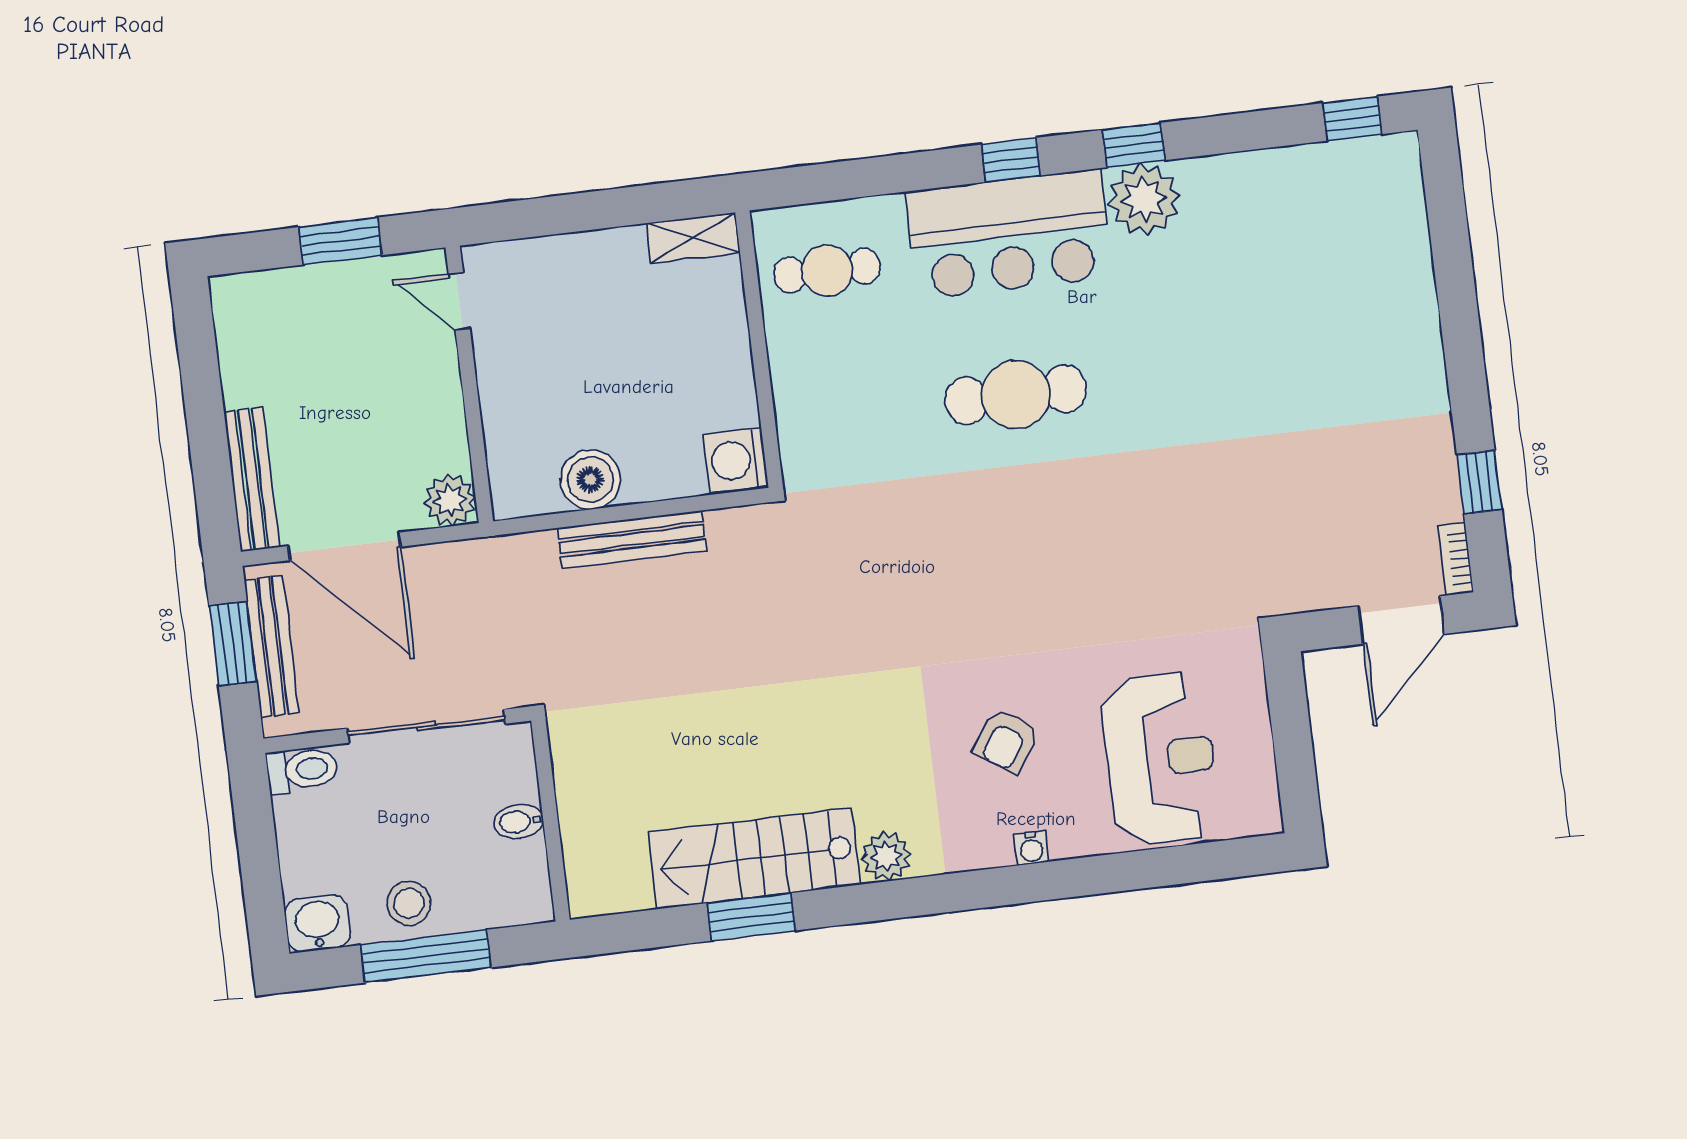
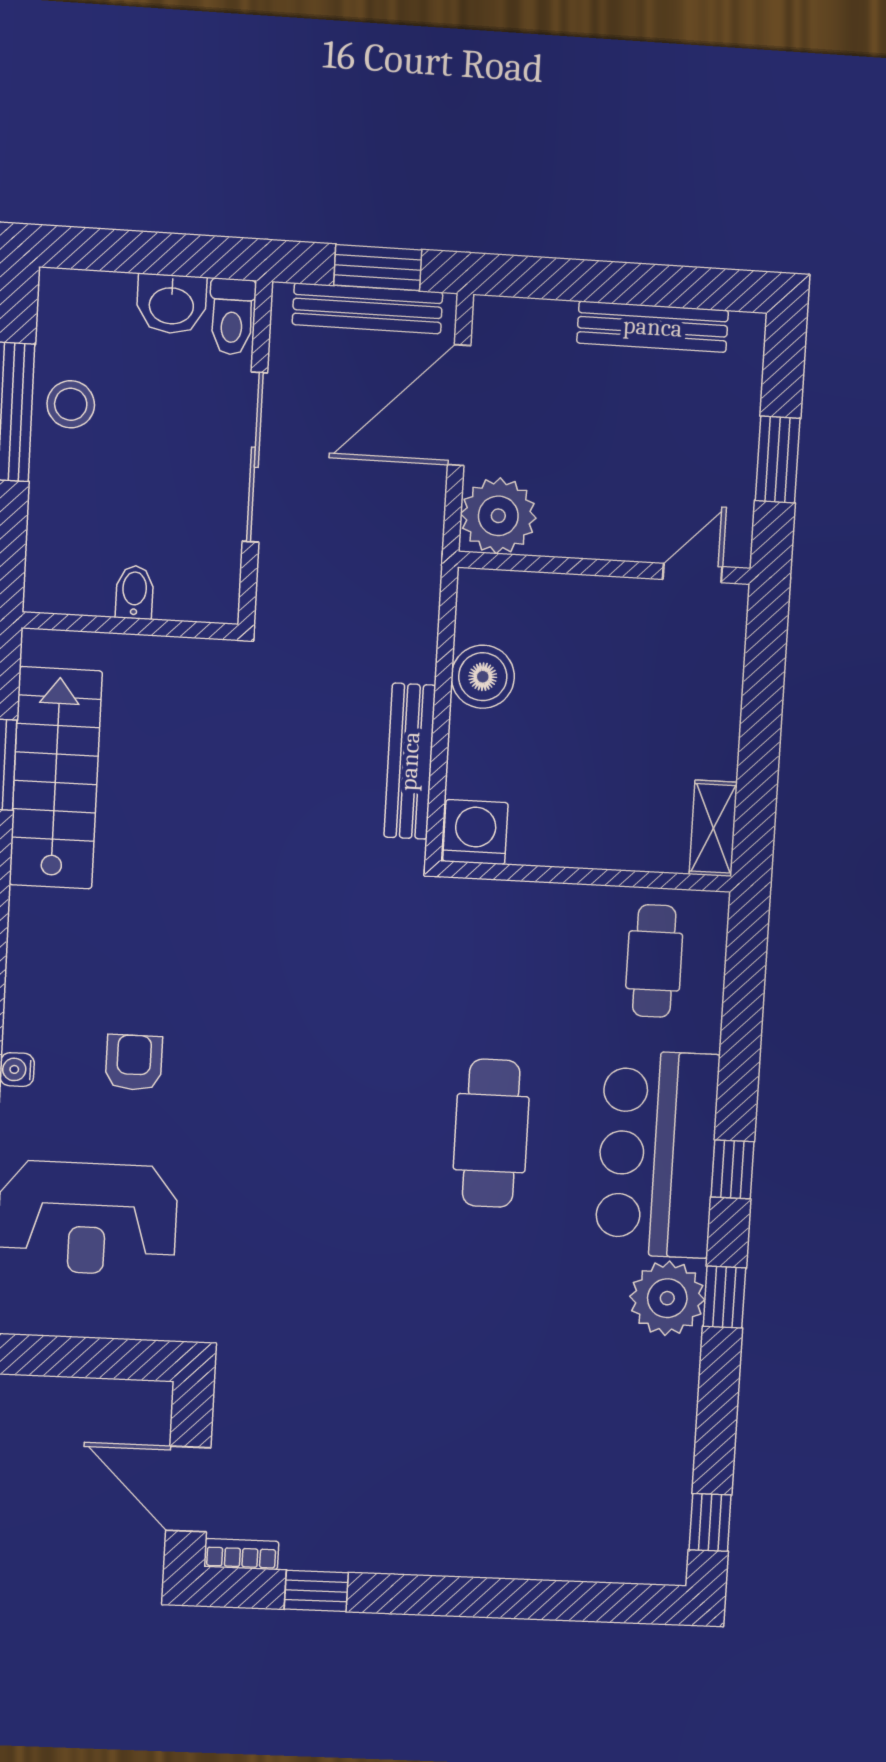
bench: (252, 480) -> (653, 327), moved
plant: (450, 500) -> (498, 516), width x1.36, depth x1.36
bench: (632, 539) -> (410, 761), moved
armchair: (1006, 741) -> (134, 1062), turned 56
wall: (551, 820) -> (130, 626), moved
bidet: (519, 822) -> (134, 592), moved
plant: (886, 856) -> (34, 917), removed
washbasin: (318, 923) -> (171, 304), moved, turned 90

